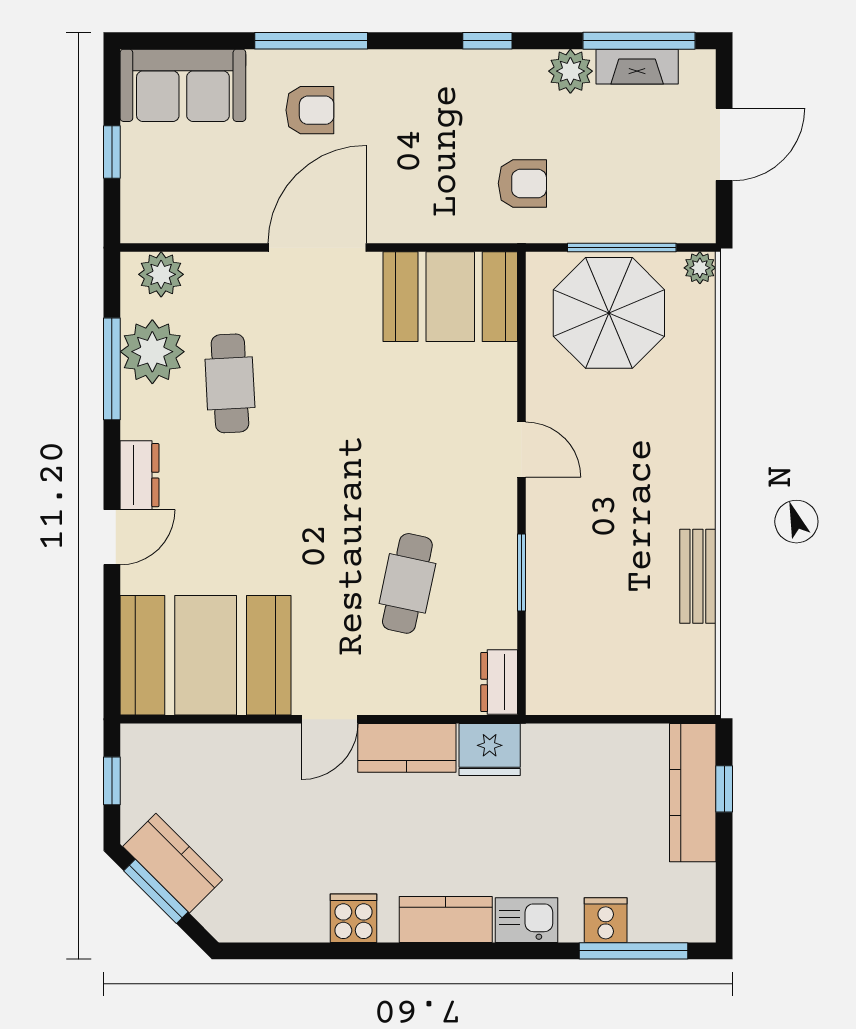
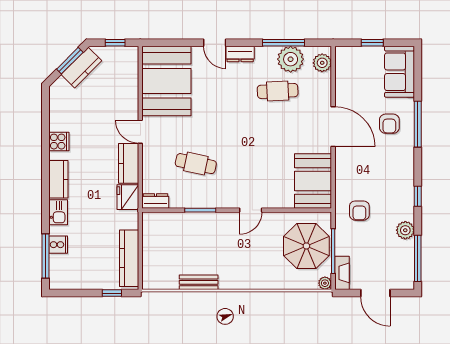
fireplace: (637, 67) -> (342, 273), moved, turned 180
kitchen counter: (693, 793) -> (129, 258), moved, turned -90

